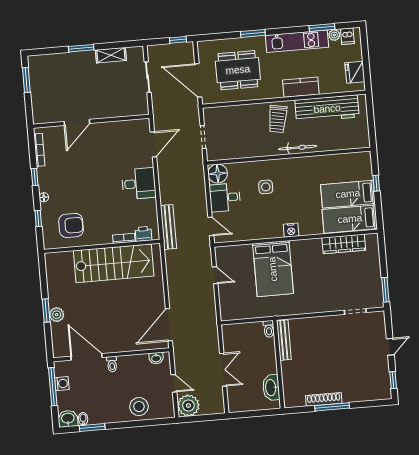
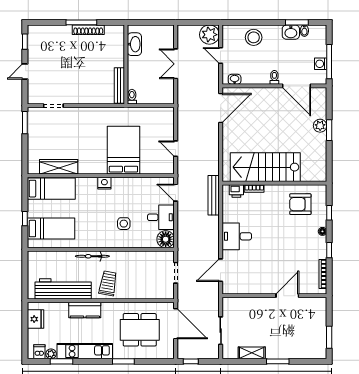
bed: (348, 194) -> (51, 229), moved
washbasin: (68, 419) -> (291, 32), moved

